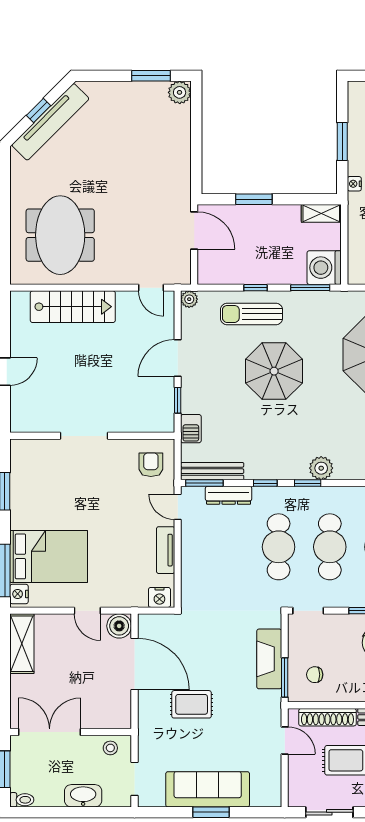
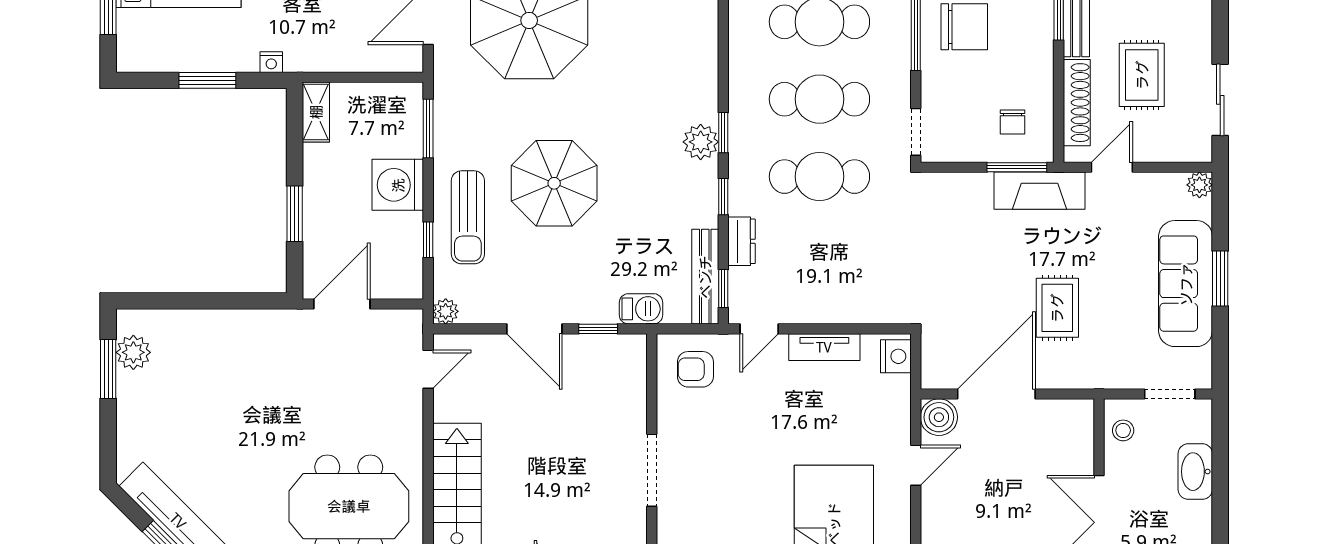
plant: (180, 92) -> (133, 352), moved
washing machine: (324, 268) -> (398, 185), moved, turned 90
window: (255, 288) -> (428, 240), moved
plant: (321, 468) -> (701, 142), moved
window: (204, 483) -> (723, 289), width x0.67
dresser: (229, 495) -> (742, 241), width x0.70
fireplace: (269, 659) -> (1040, 191), moved
plant: (273, 799) -> (1199, 185), added

